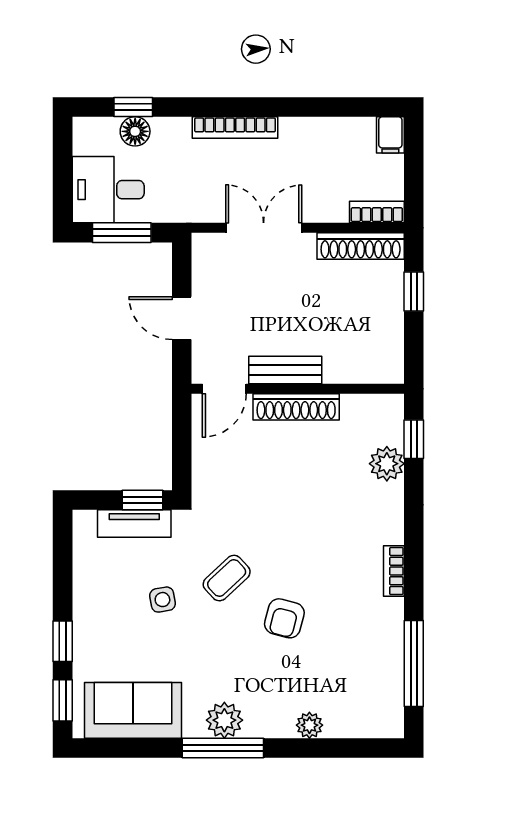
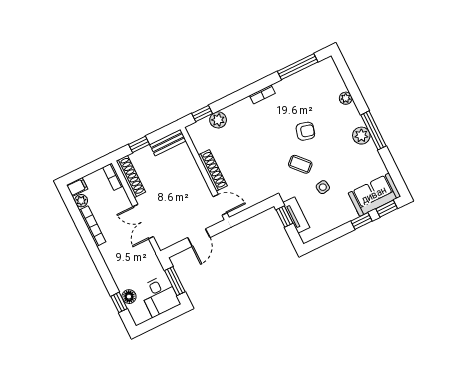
bookcase: (235, 128) -> (92, 226), moved
plant: (361, 130) -> (81, 201), added
bench: (285, 370) -> (168, 143), moved, turned 90
sofa: (133, 710) -> (374, 195), moved, turned 90

